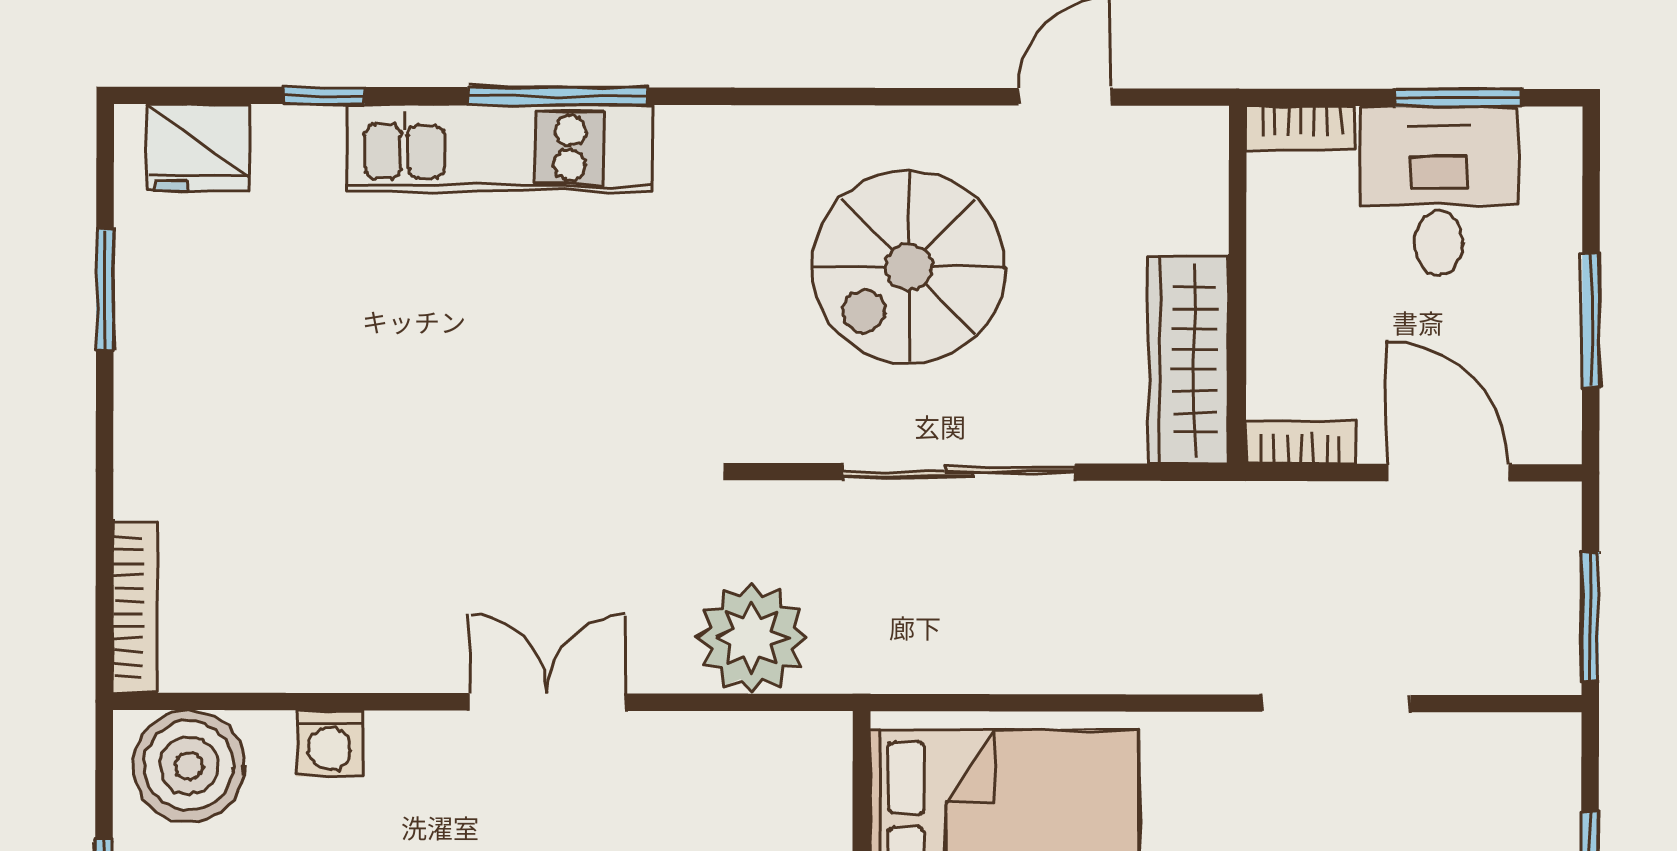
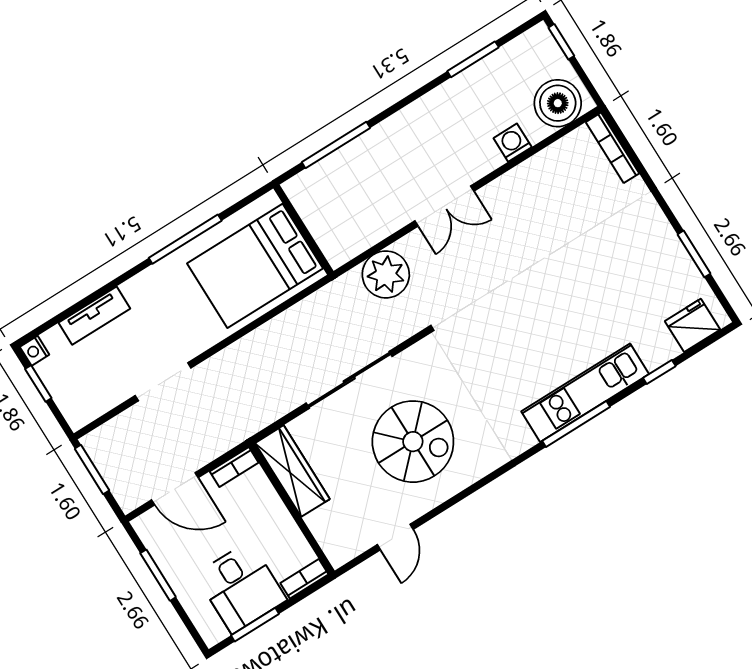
spiral stairs: (908, 267) -> (413, 442), turned 90

